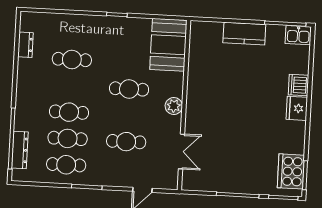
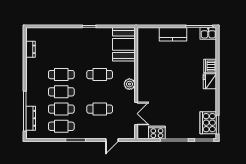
cafe table: (72, 59) -> (61, 75), moved
cooker: (212, 182) -> (157, 132), added

